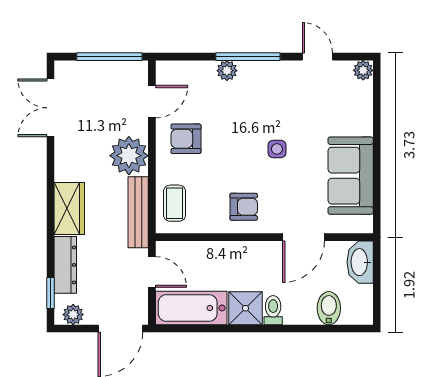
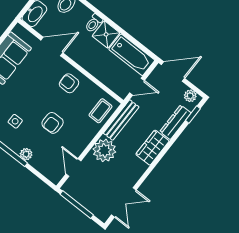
door: (152, 102) -> (73, 167), hinge flipped
armchair: (186, 139) -> (53, 123), moved, turned 90
side table: (277, 149) -> (15, 121), moved
door: (152, 272) -> (137, 87), swing flipped

